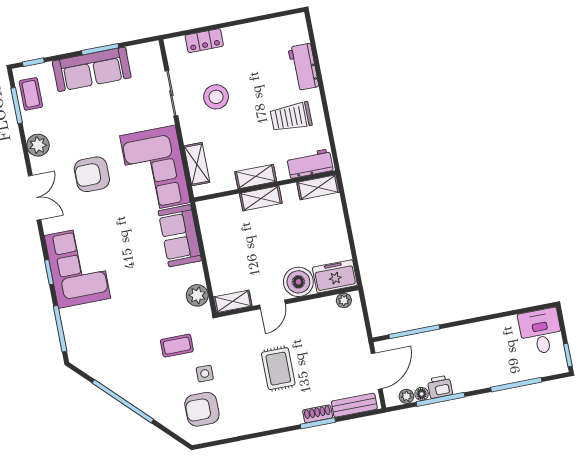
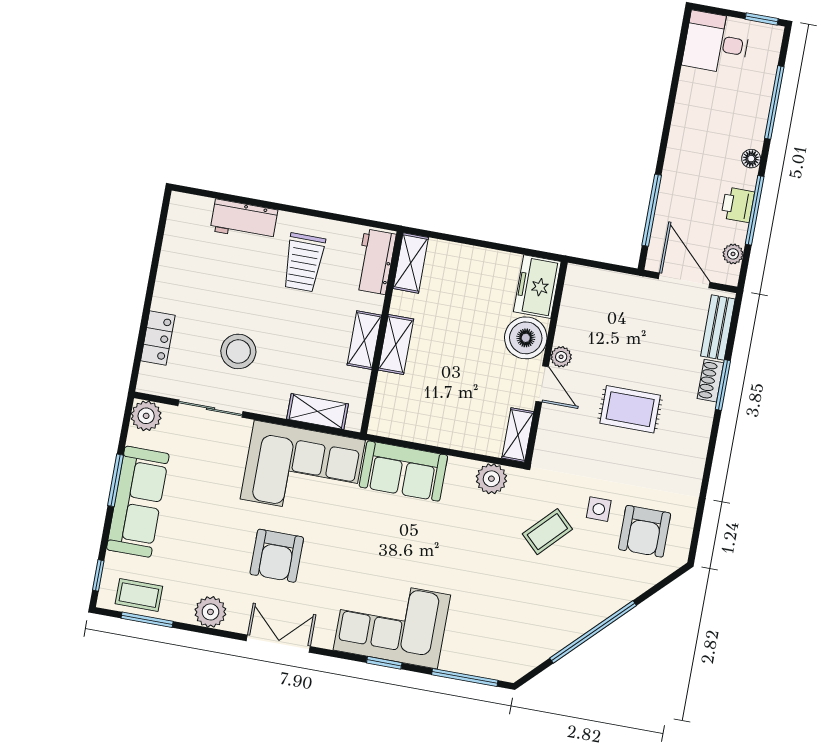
plant: (150, 53) -> (146, 416), added
plant: (344, 300) -> (561, 357), moved
coffee table: (177, 346) -> (547, 532), turned 44
floor lamp: (422, 394) -> (751, 159), moved

